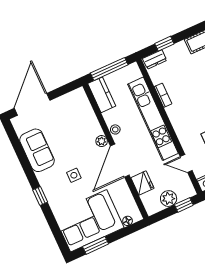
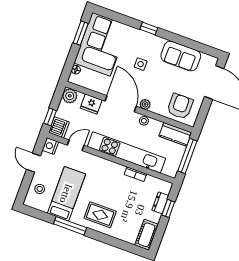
dresser: (155, 59) -> (160, 203), moved
armchair: (76, 112) -> (180, 106), added
dishwasher: (185, 190) -> (59, 127), added
plant: (169, 199) -> (70, 96), moved

